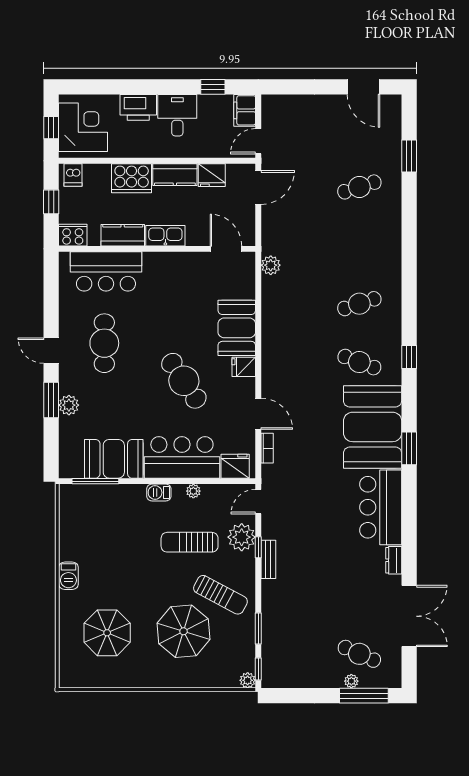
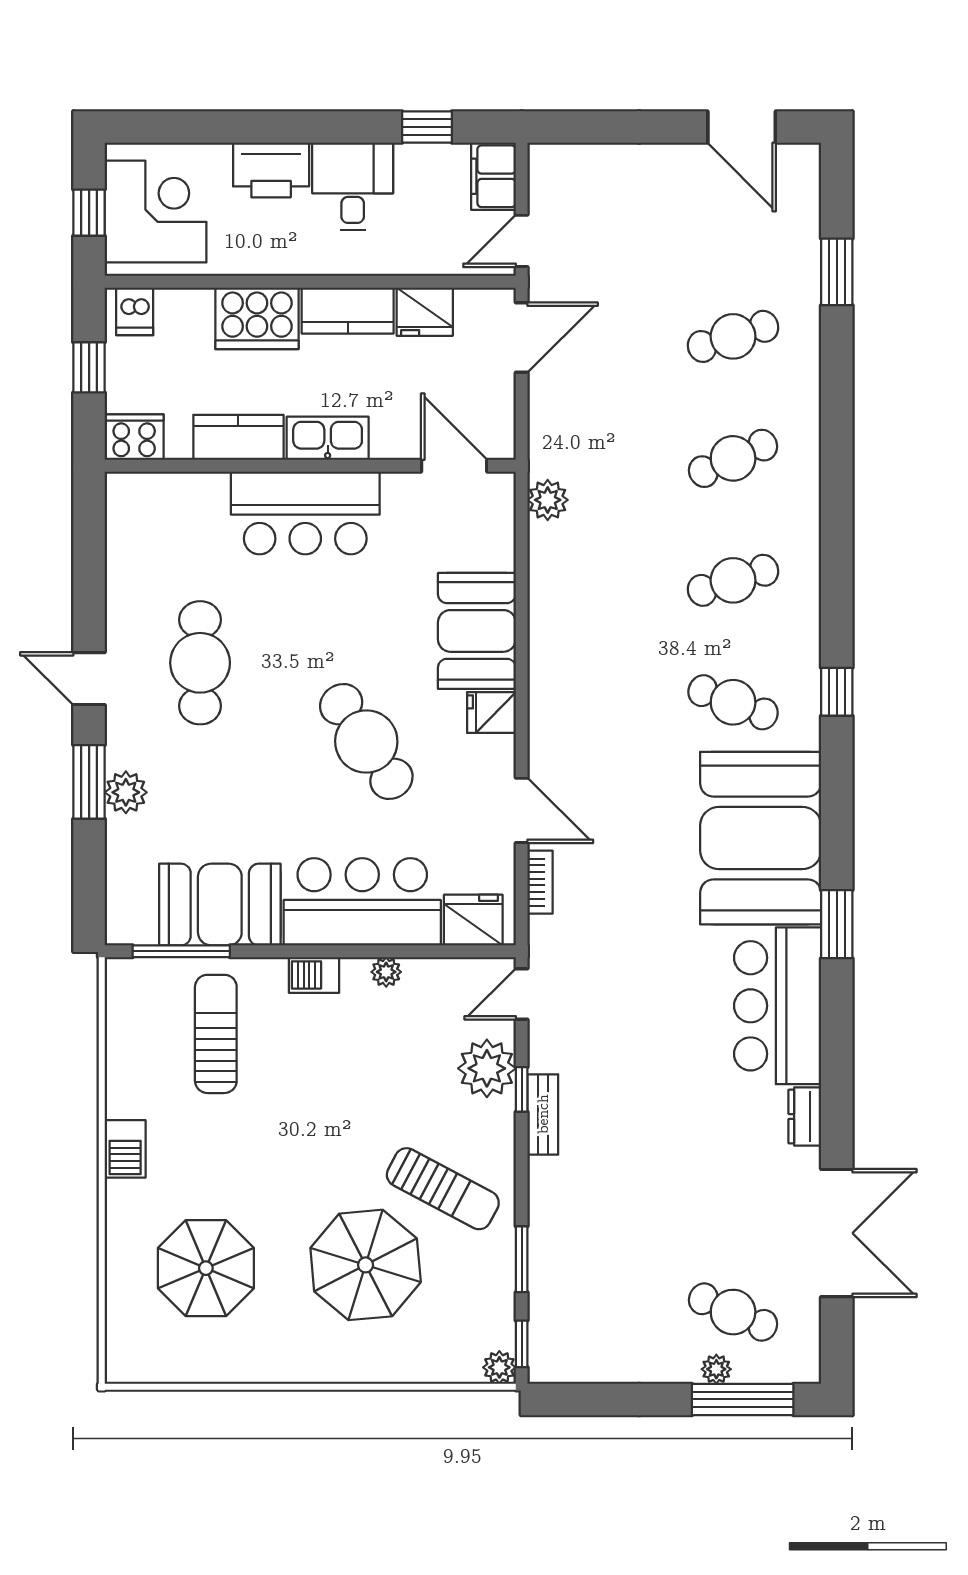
cafe table: (359, 245) -> (733, 458), added
bar counter: (106, 271) -> (305, 513), moved
window: (409, 448) -> (837, 924), moved
sun lounger: (190, 542) -> (216, 1034), moved, turned 90

